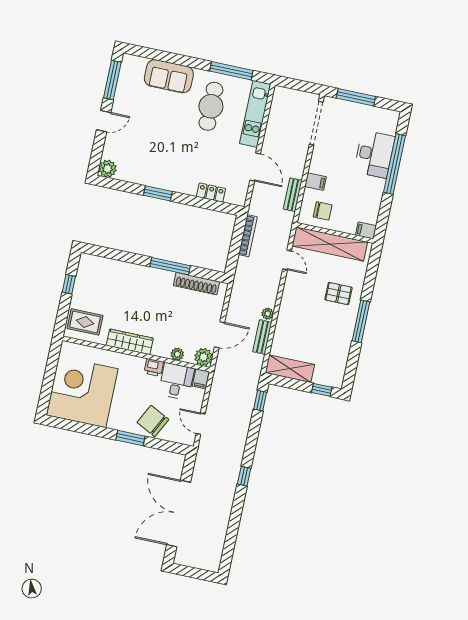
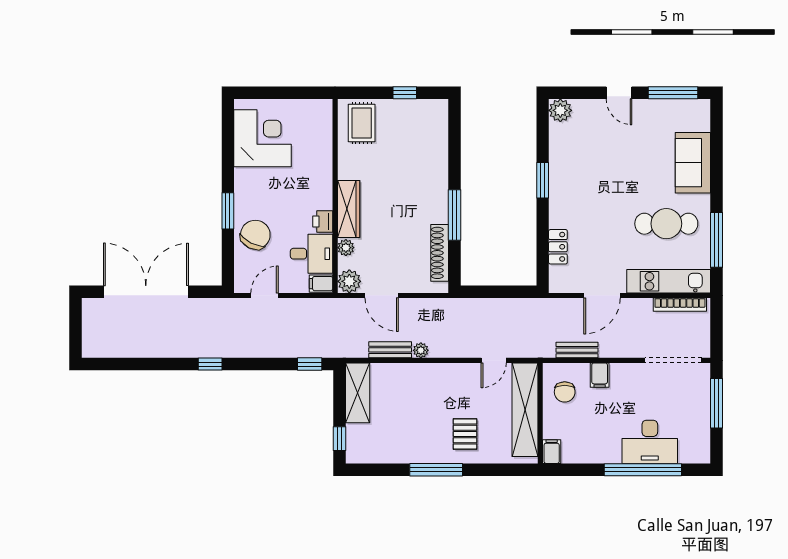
bookcase: (248, 236) -> (680, 305), moved
wardrobe: (130, 342) -> (349, 209), moved
corner desk: (82, 392) -> (263, 138), width x0.74, depth x0.74

